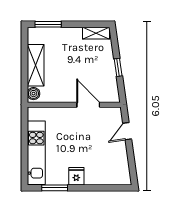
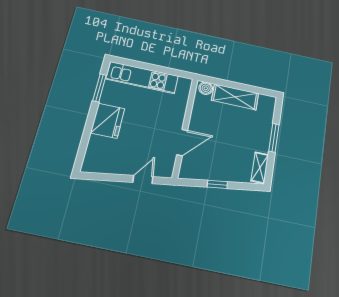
window: (48, 24) -> (274, 138), moved
door: (127, 131) -> (143, 180), hinge flipped
fridge: (76, 176) -> (108, 121), width x1.88, depth x1.34

